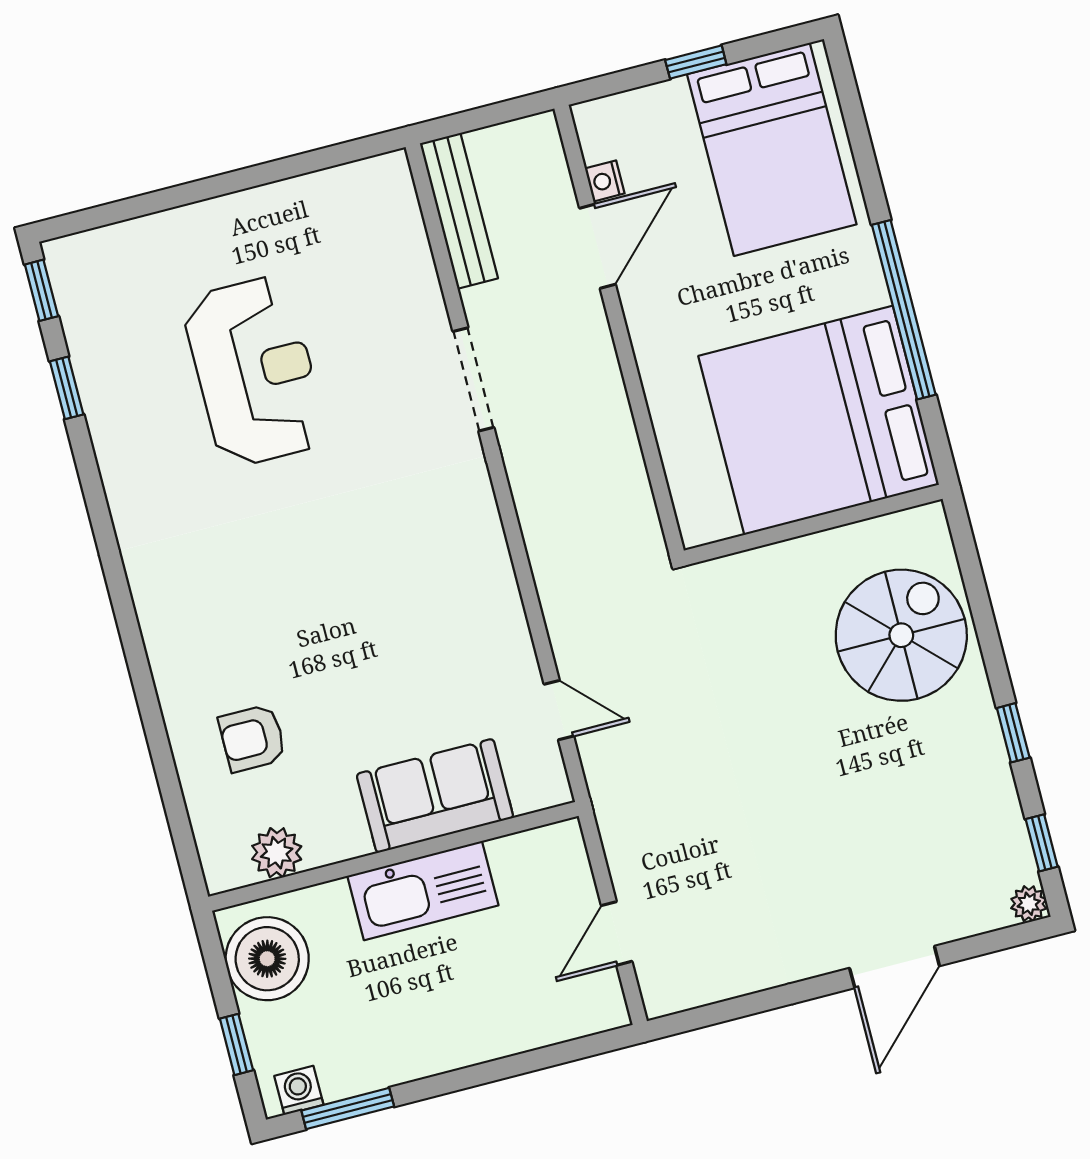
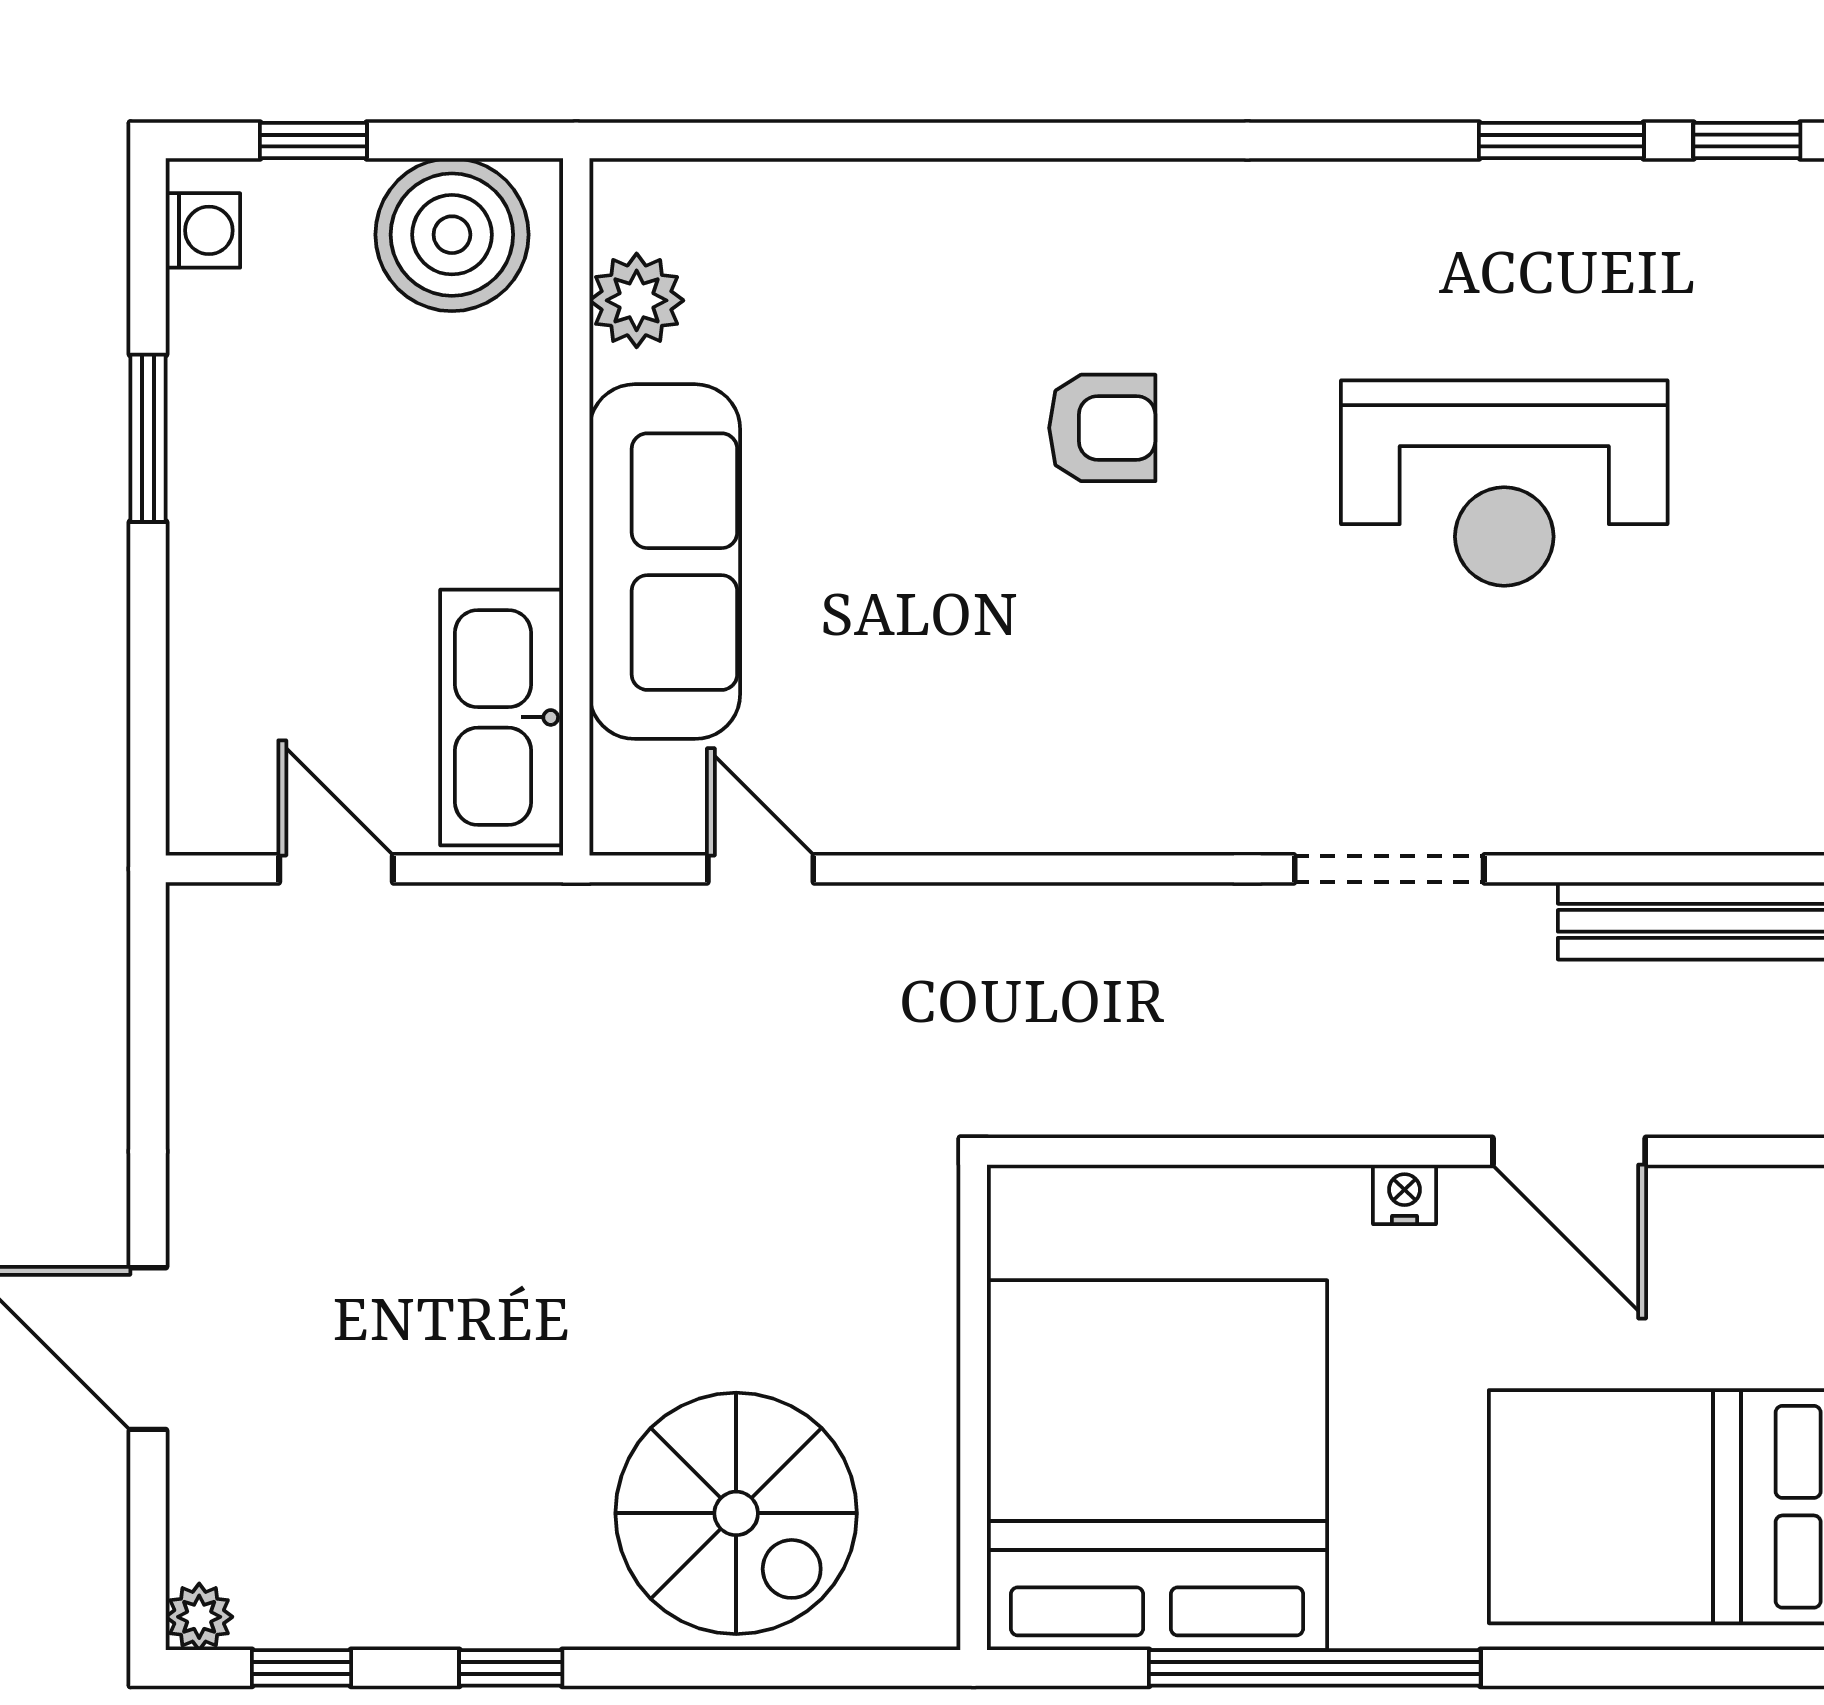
nightstand: (605, 181) -> (1404, 1194), moved
window: (67, 388) -> (1561, 140), width x1.50
door: (559, 710) -> (761, 869), swing flipped
armchair: (252, 738) -> (1102, 428), moved, turned 90
sofa: (435, 796) -> (665, 562), width x1.36
kitchen sink: (423, 891) -> (502, 717), moved
window: (348, 1108) -> (148, 438), moved

